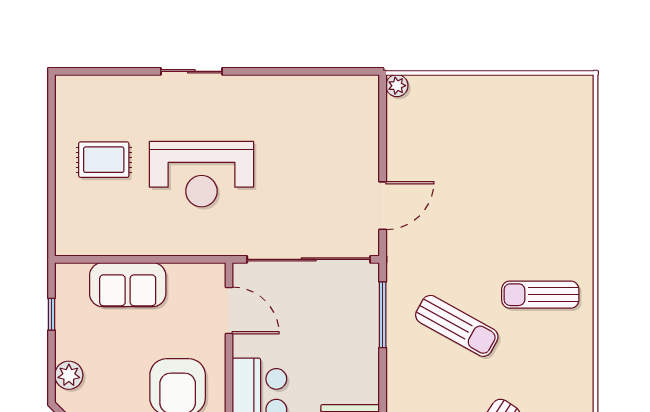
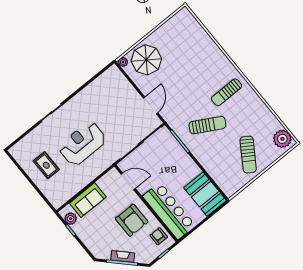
parasol: (443, 116) -> (146, 60), added
rug: (104, 160) -> (46, 165), turned 90
reception desk: (201, 174) -> (82, 144), turned 180
plant: (69, 375) -> (71, 219), moved

